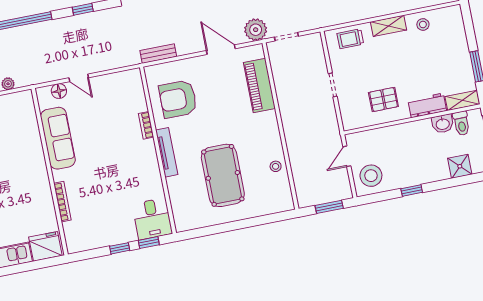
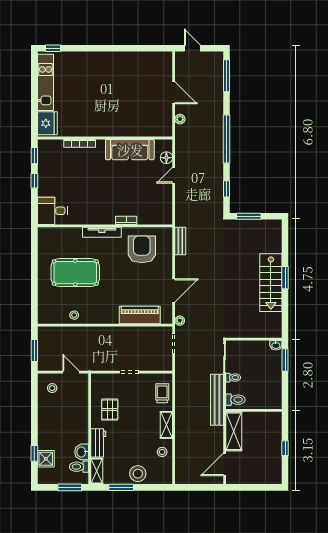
plant: (256, 30) -> (180, 321), width x0.53, depth x0.53
stool: (456, 49) -> (138, 474), added
stool: (371, 176) -> (52, 388), width x0.53, depth x0.53
window: (412, 190) -> (34, 453), moved
window: (149, 243) -> (34, 156), moved

